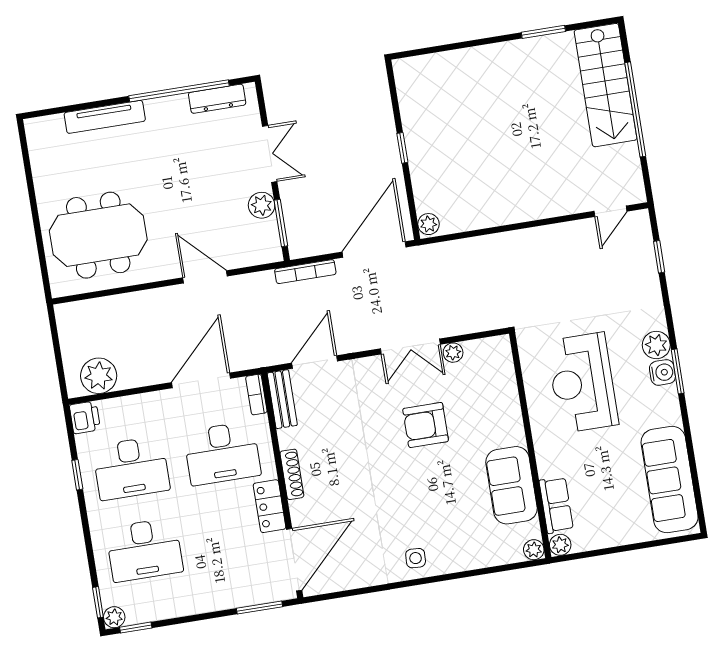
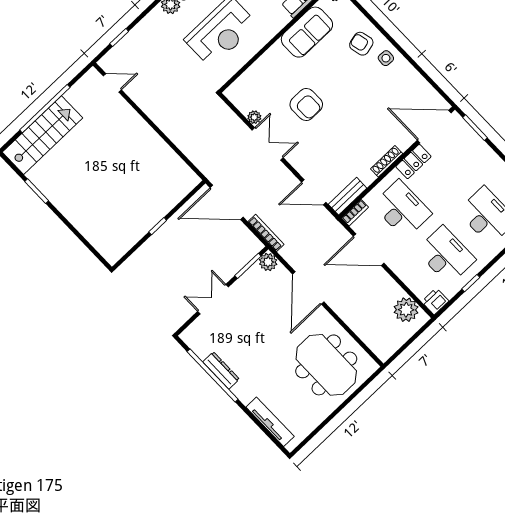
dresser: (217, 99) -> (221, 370), moved
tv unit: (105, 117) -> (270, 422), moved
plant: (262, 205) -> (268, 262), moved
plant: (429, 224) -> (191, 181), removed
door: (205, 277) -> (308, 288), width x1.36
armchair: (453, 541) -> (361, 44), added

